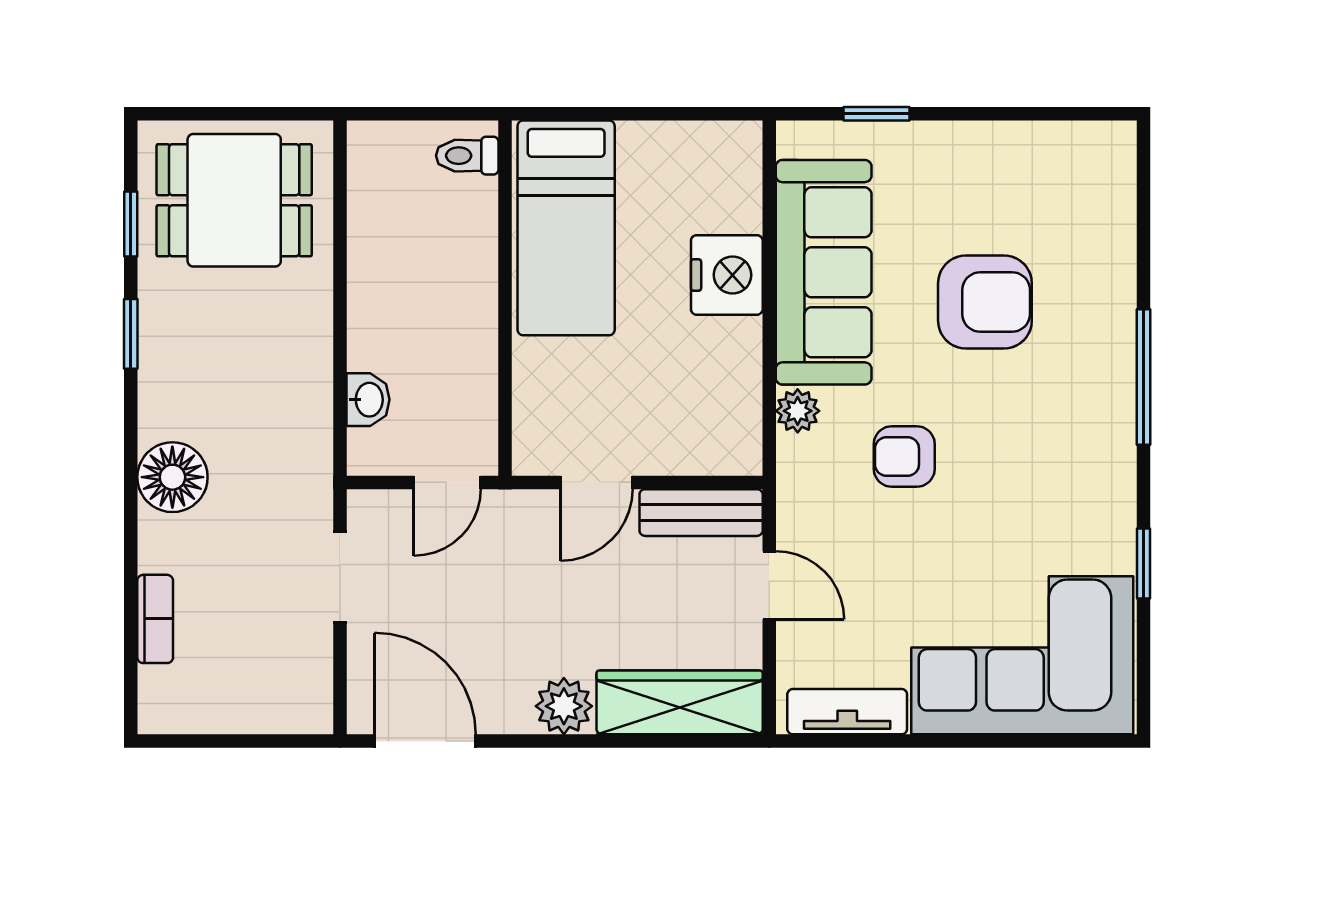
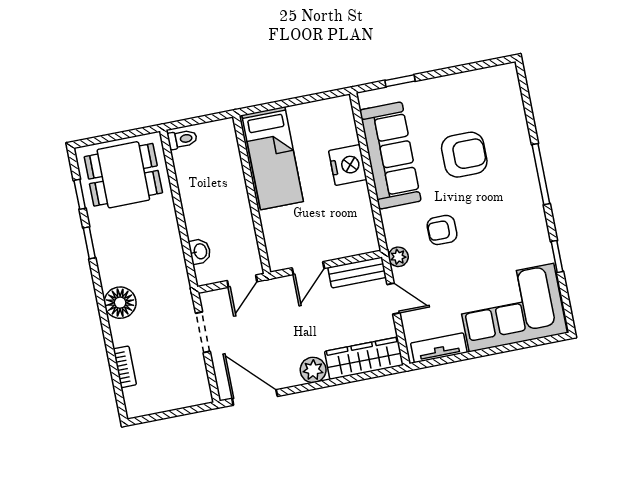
toilet: (467, 156) -> (182, 139), moved, turned 180
plant: (798, 411) -> (398, 257), moved

